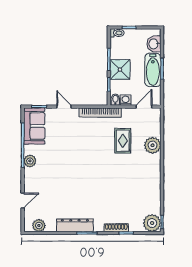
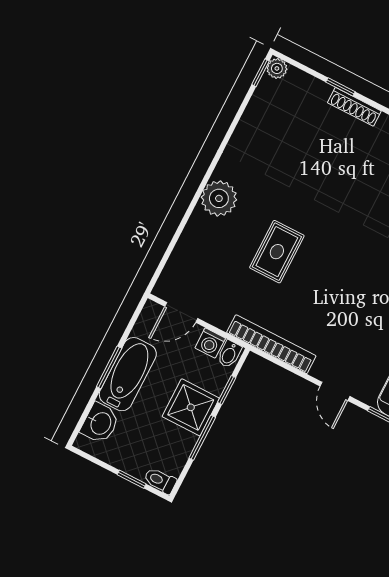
rug: (123, 141) -> (277, 252), moved
plant: (153, 145) -> (219, 198), moved
plant: (152, 223) -> (277, 68), width x0.53, depth x0.53

